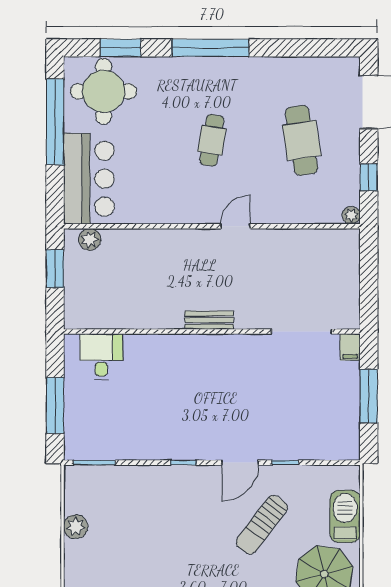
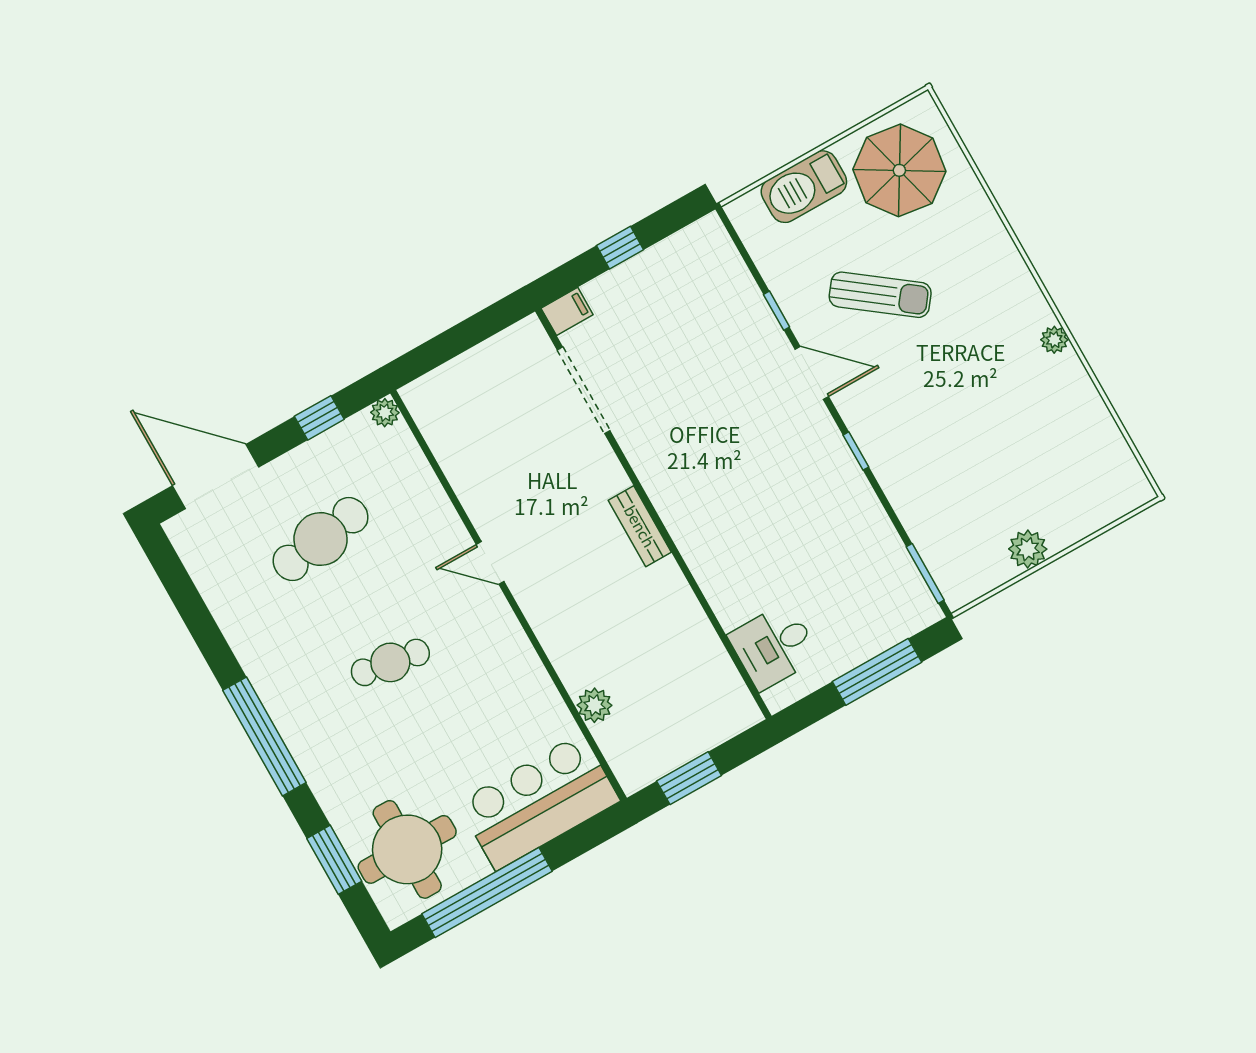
plant: (90, 239) -> (595, 705), moved
window: (369, 396) -> (620, 248), width x0.46

